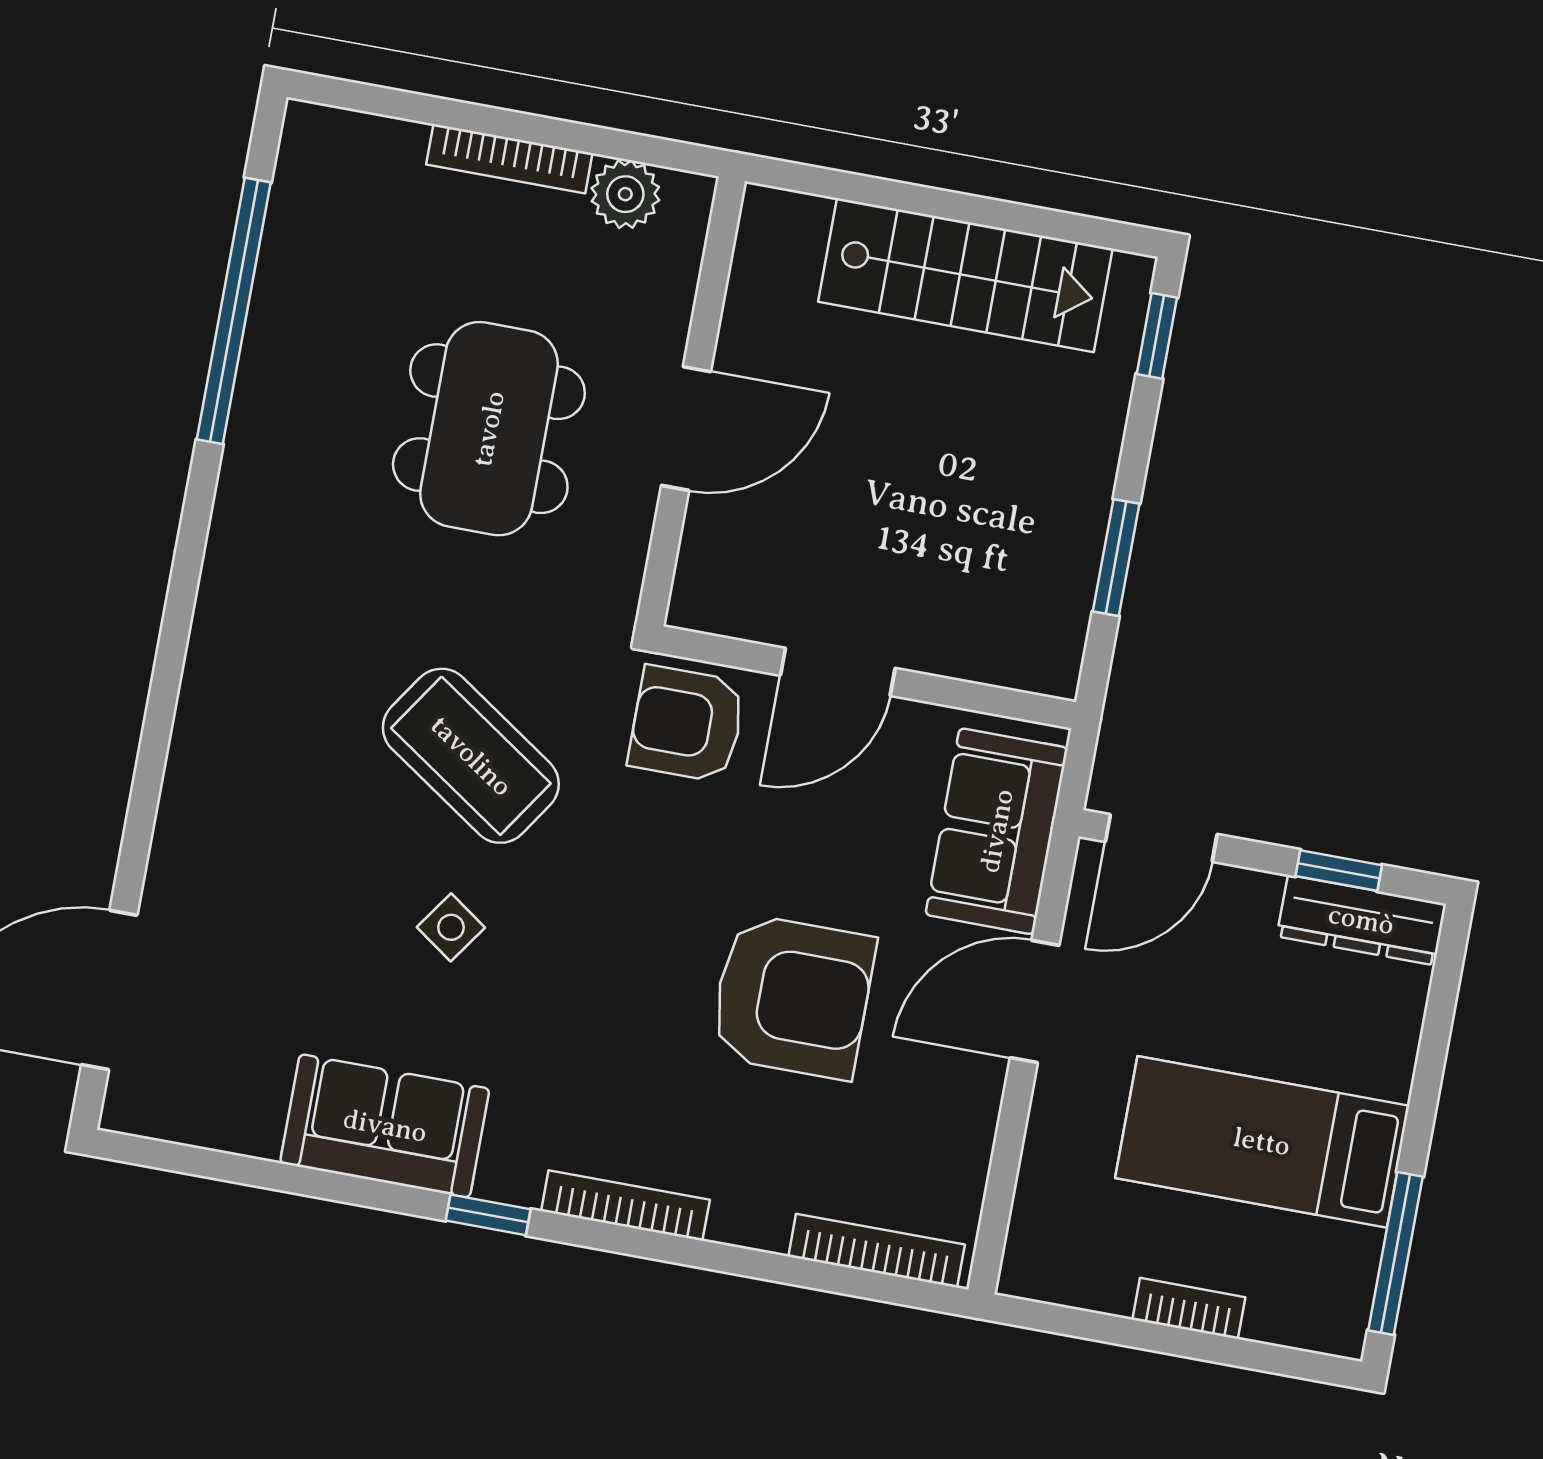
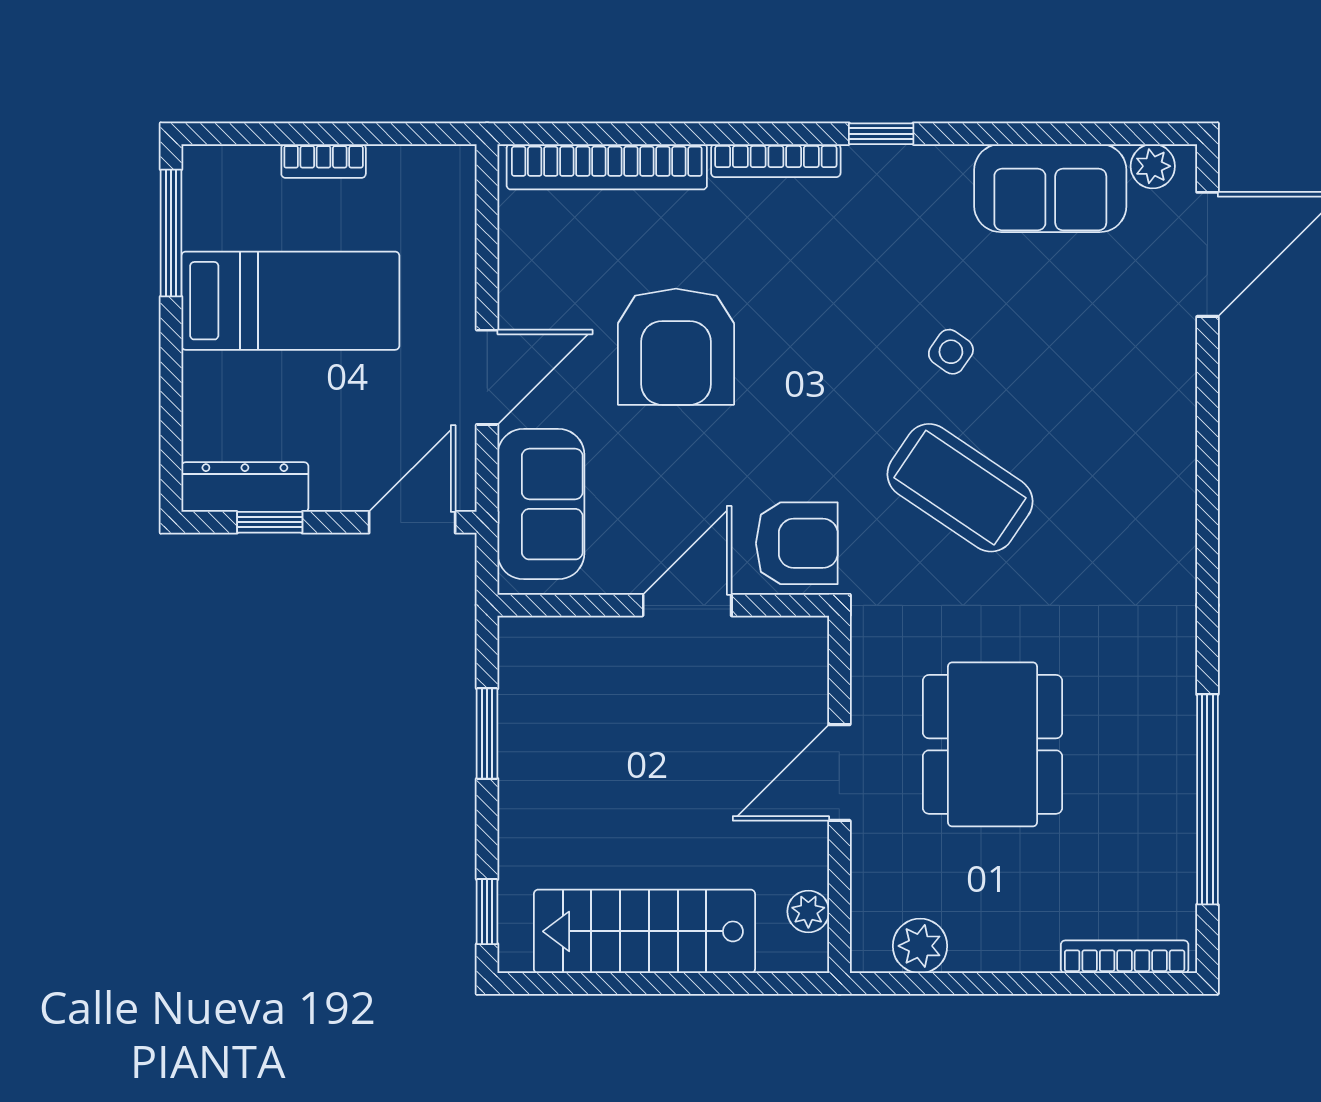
bookcase: (509, 159) -> (1125, 957), moved
plant: (757, 263) -> (808, 911), added
armchair: (792, 996) -> (676, 347), turned -90
plant: (157, 1112) -> (1153, 166), added
sofa: (385, 1126) -> (1050, 188), moved
bookcase: (877, 1251) -> (607, 167), width x1.48, depth x1.31

